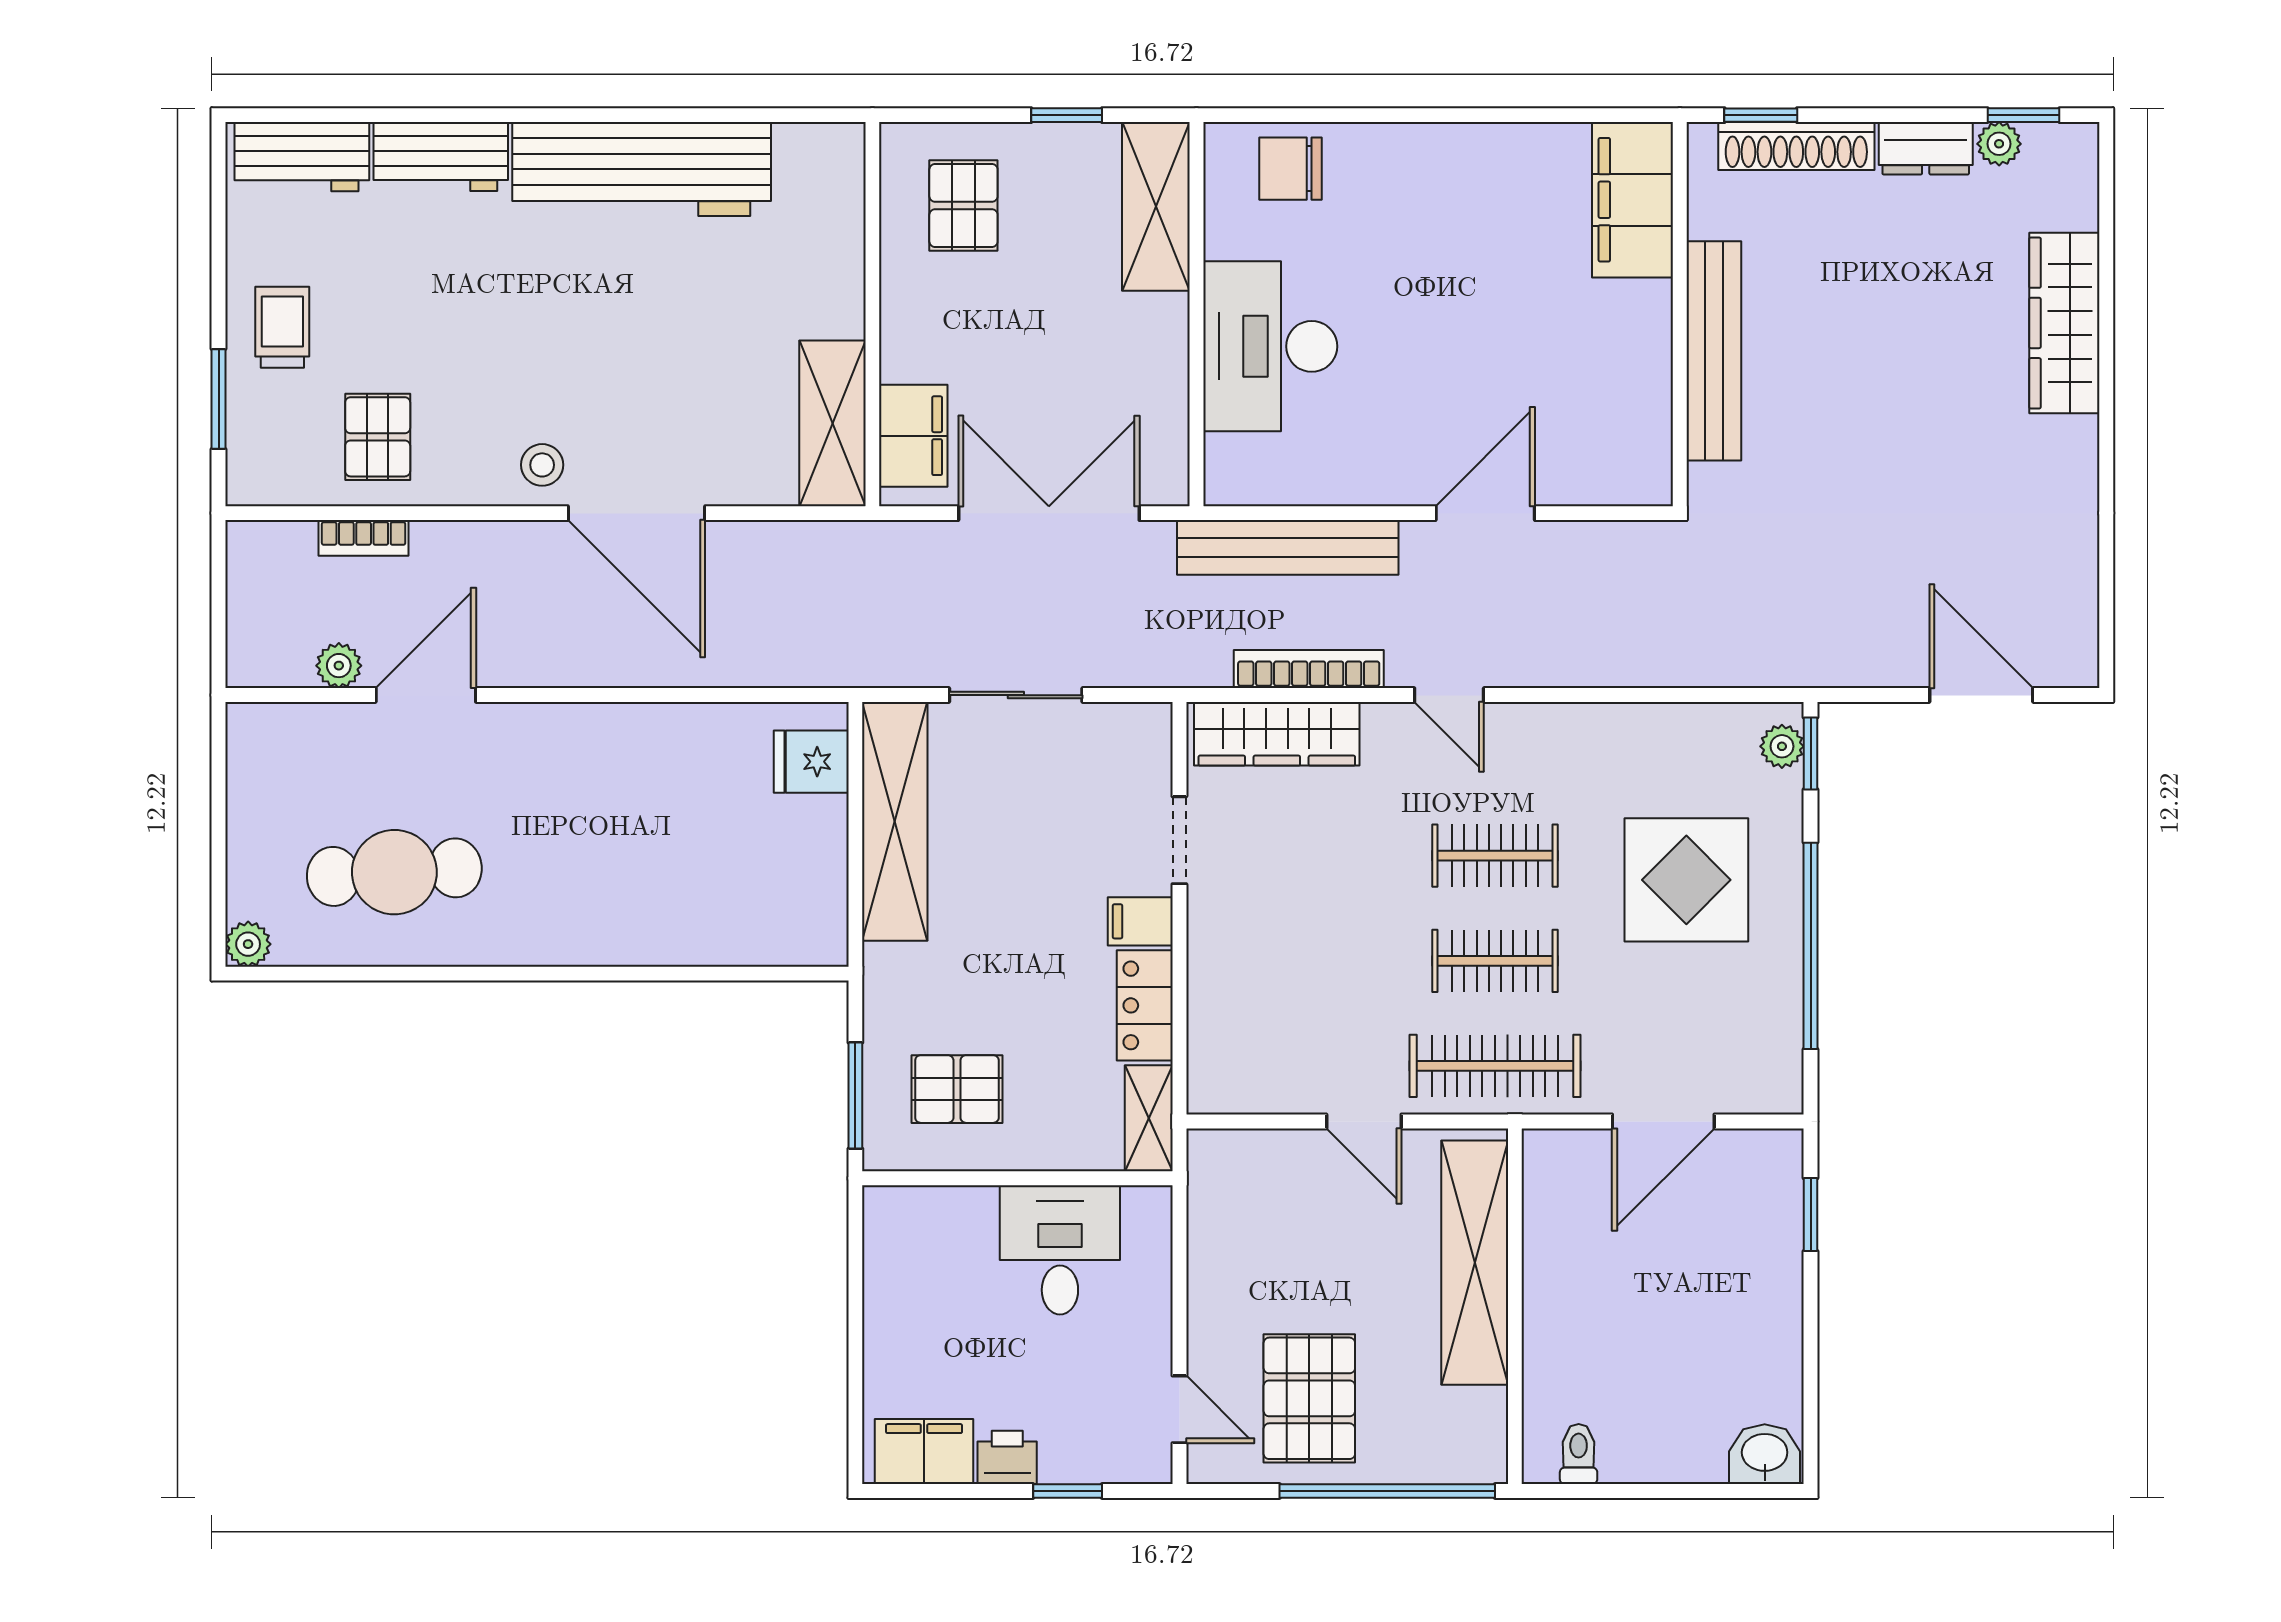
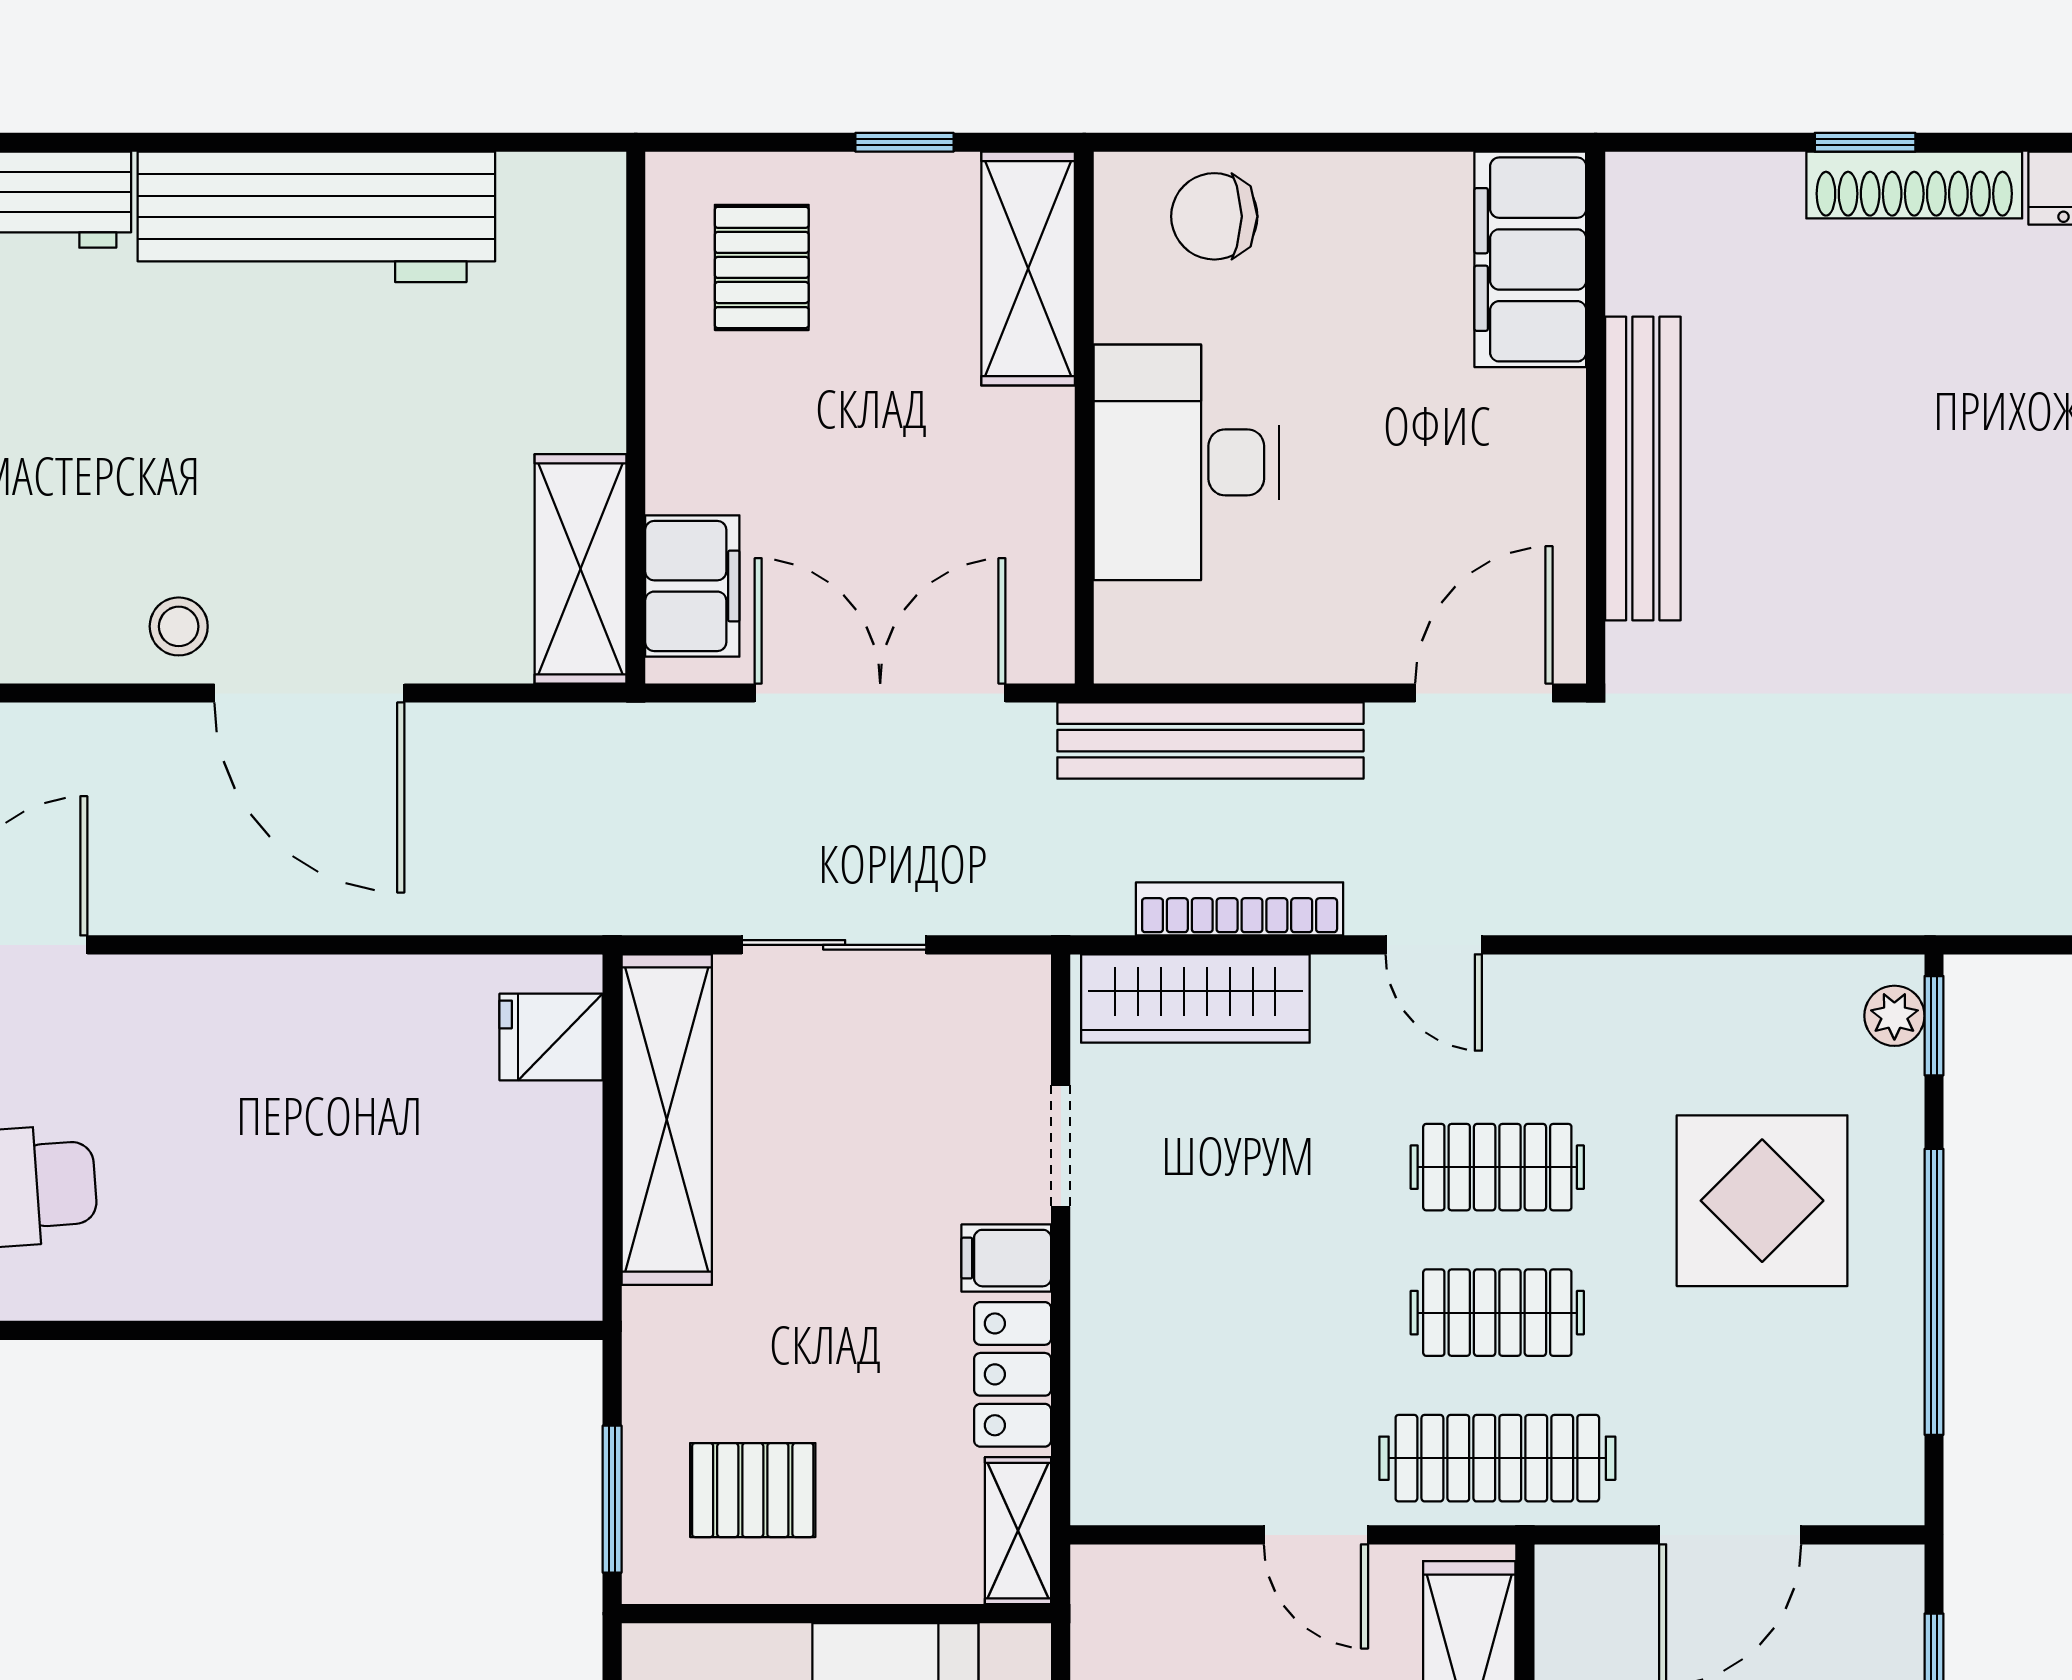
filing cabinet: (1633, 200) -> (1530, 259), moved
wall: (1680, 314) -> (1596, 418), moved
bench: (1714, 351) -> (1643, 468), moved

